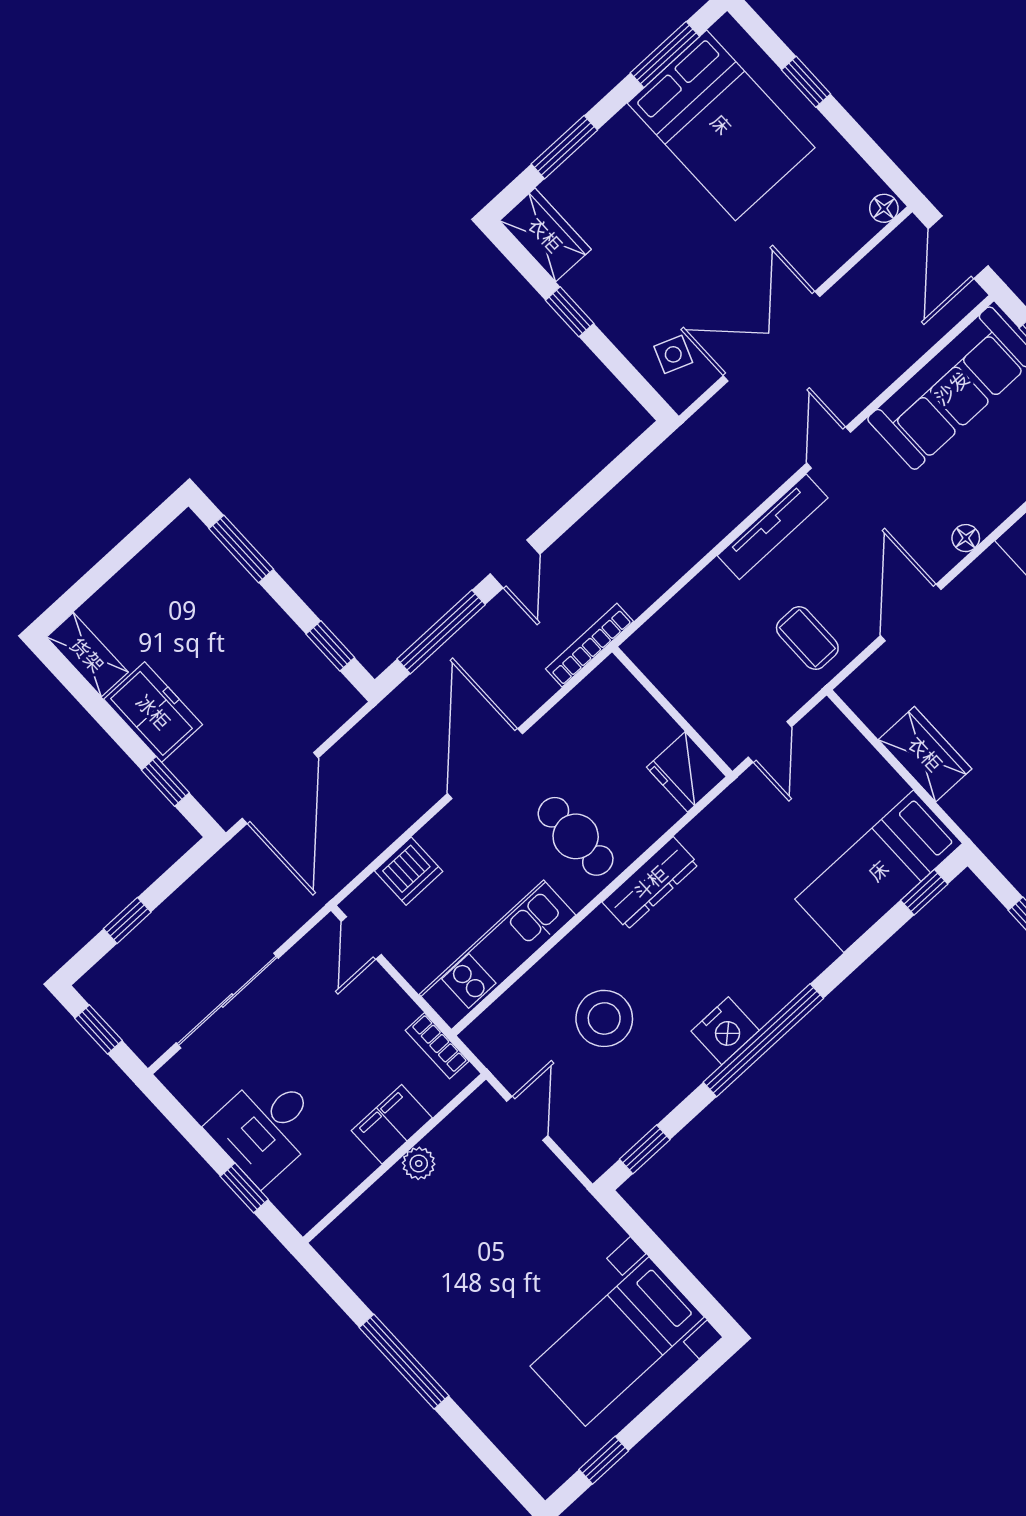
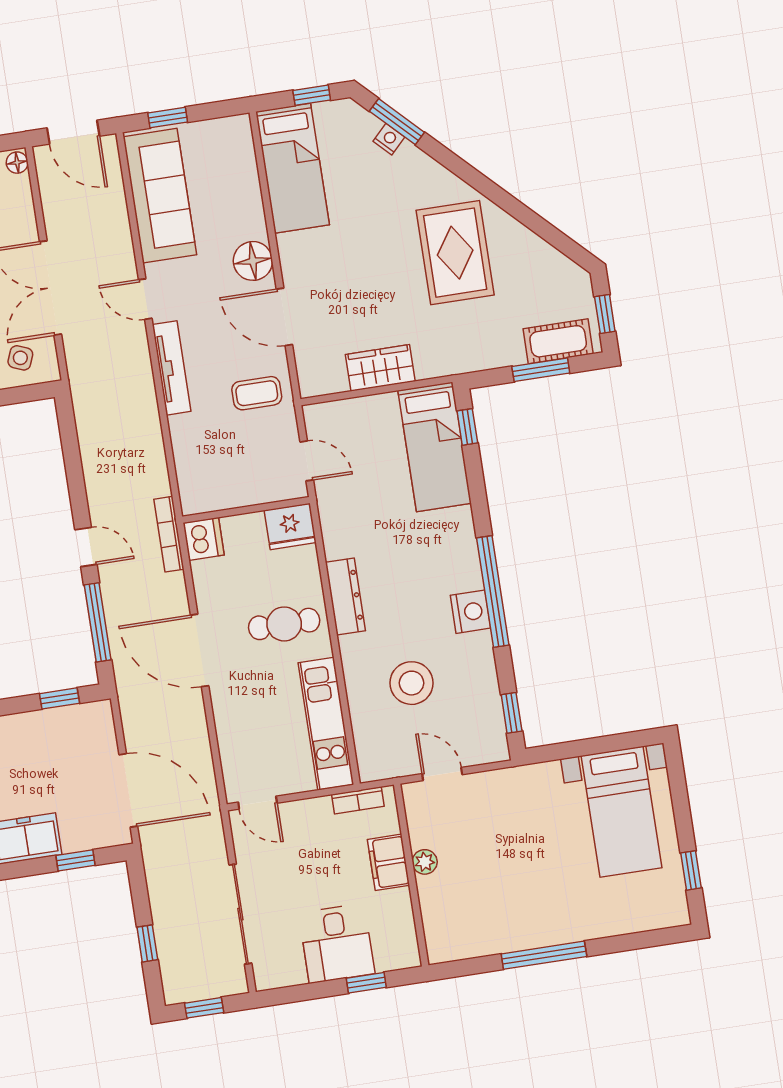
floor lamp: (966, 538) -> (253, 261), width x1.89, depth x1.89
dishwasher: (409, 871) -> (204, 539), moved

